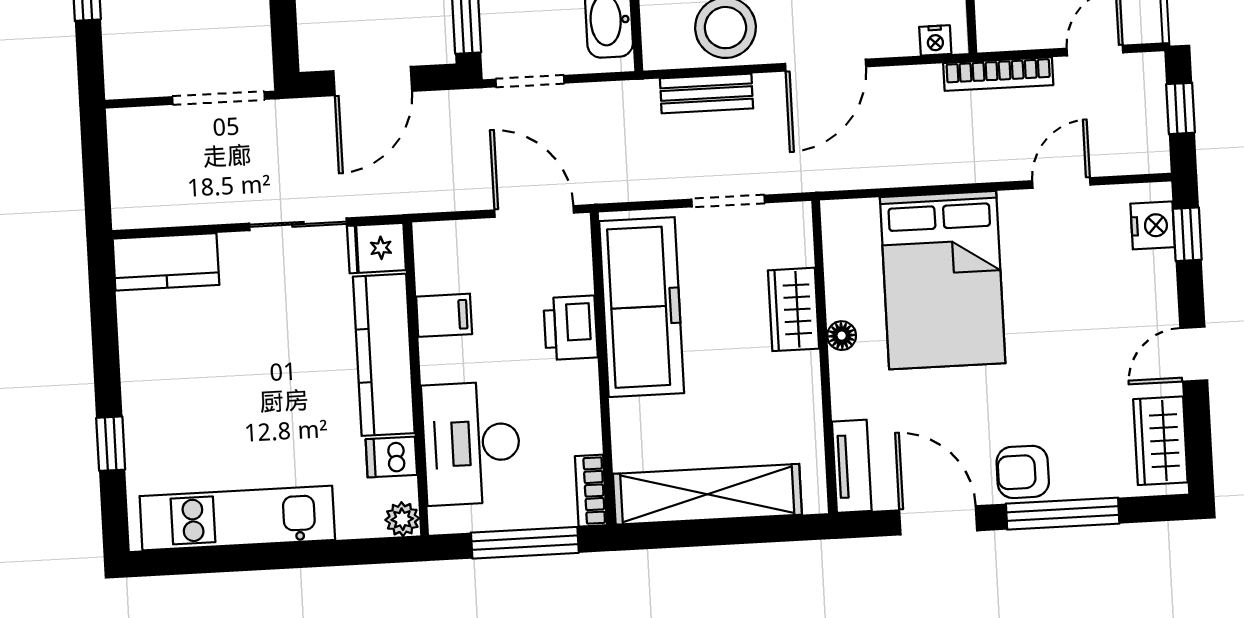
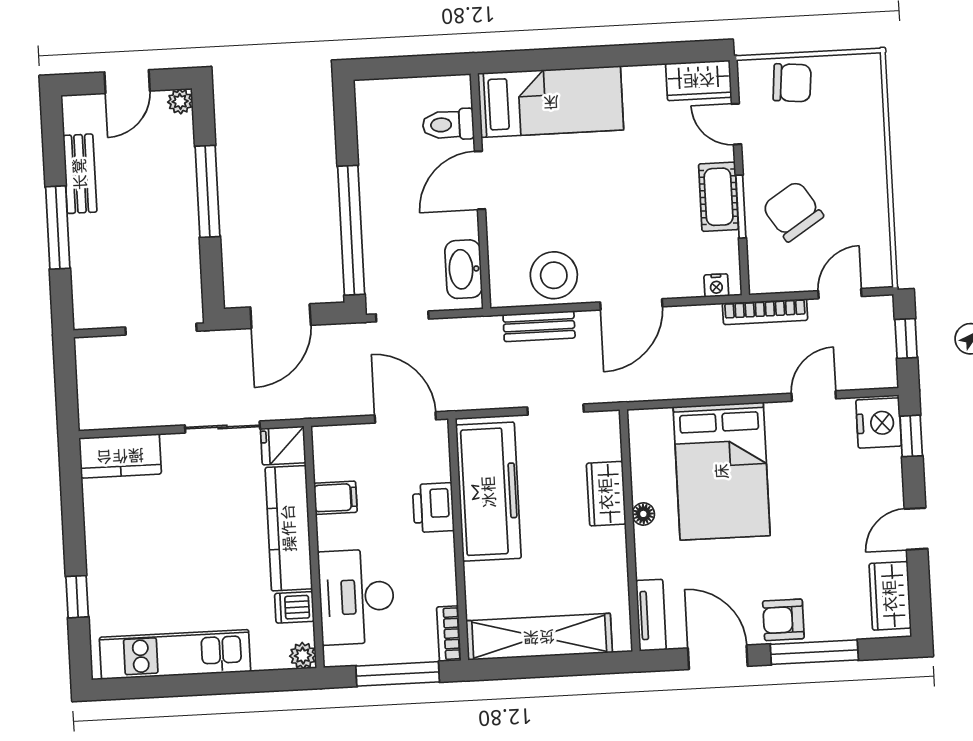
nightstand: (1153, 225) -> (879, 423), width x1.36, depth x1.33

